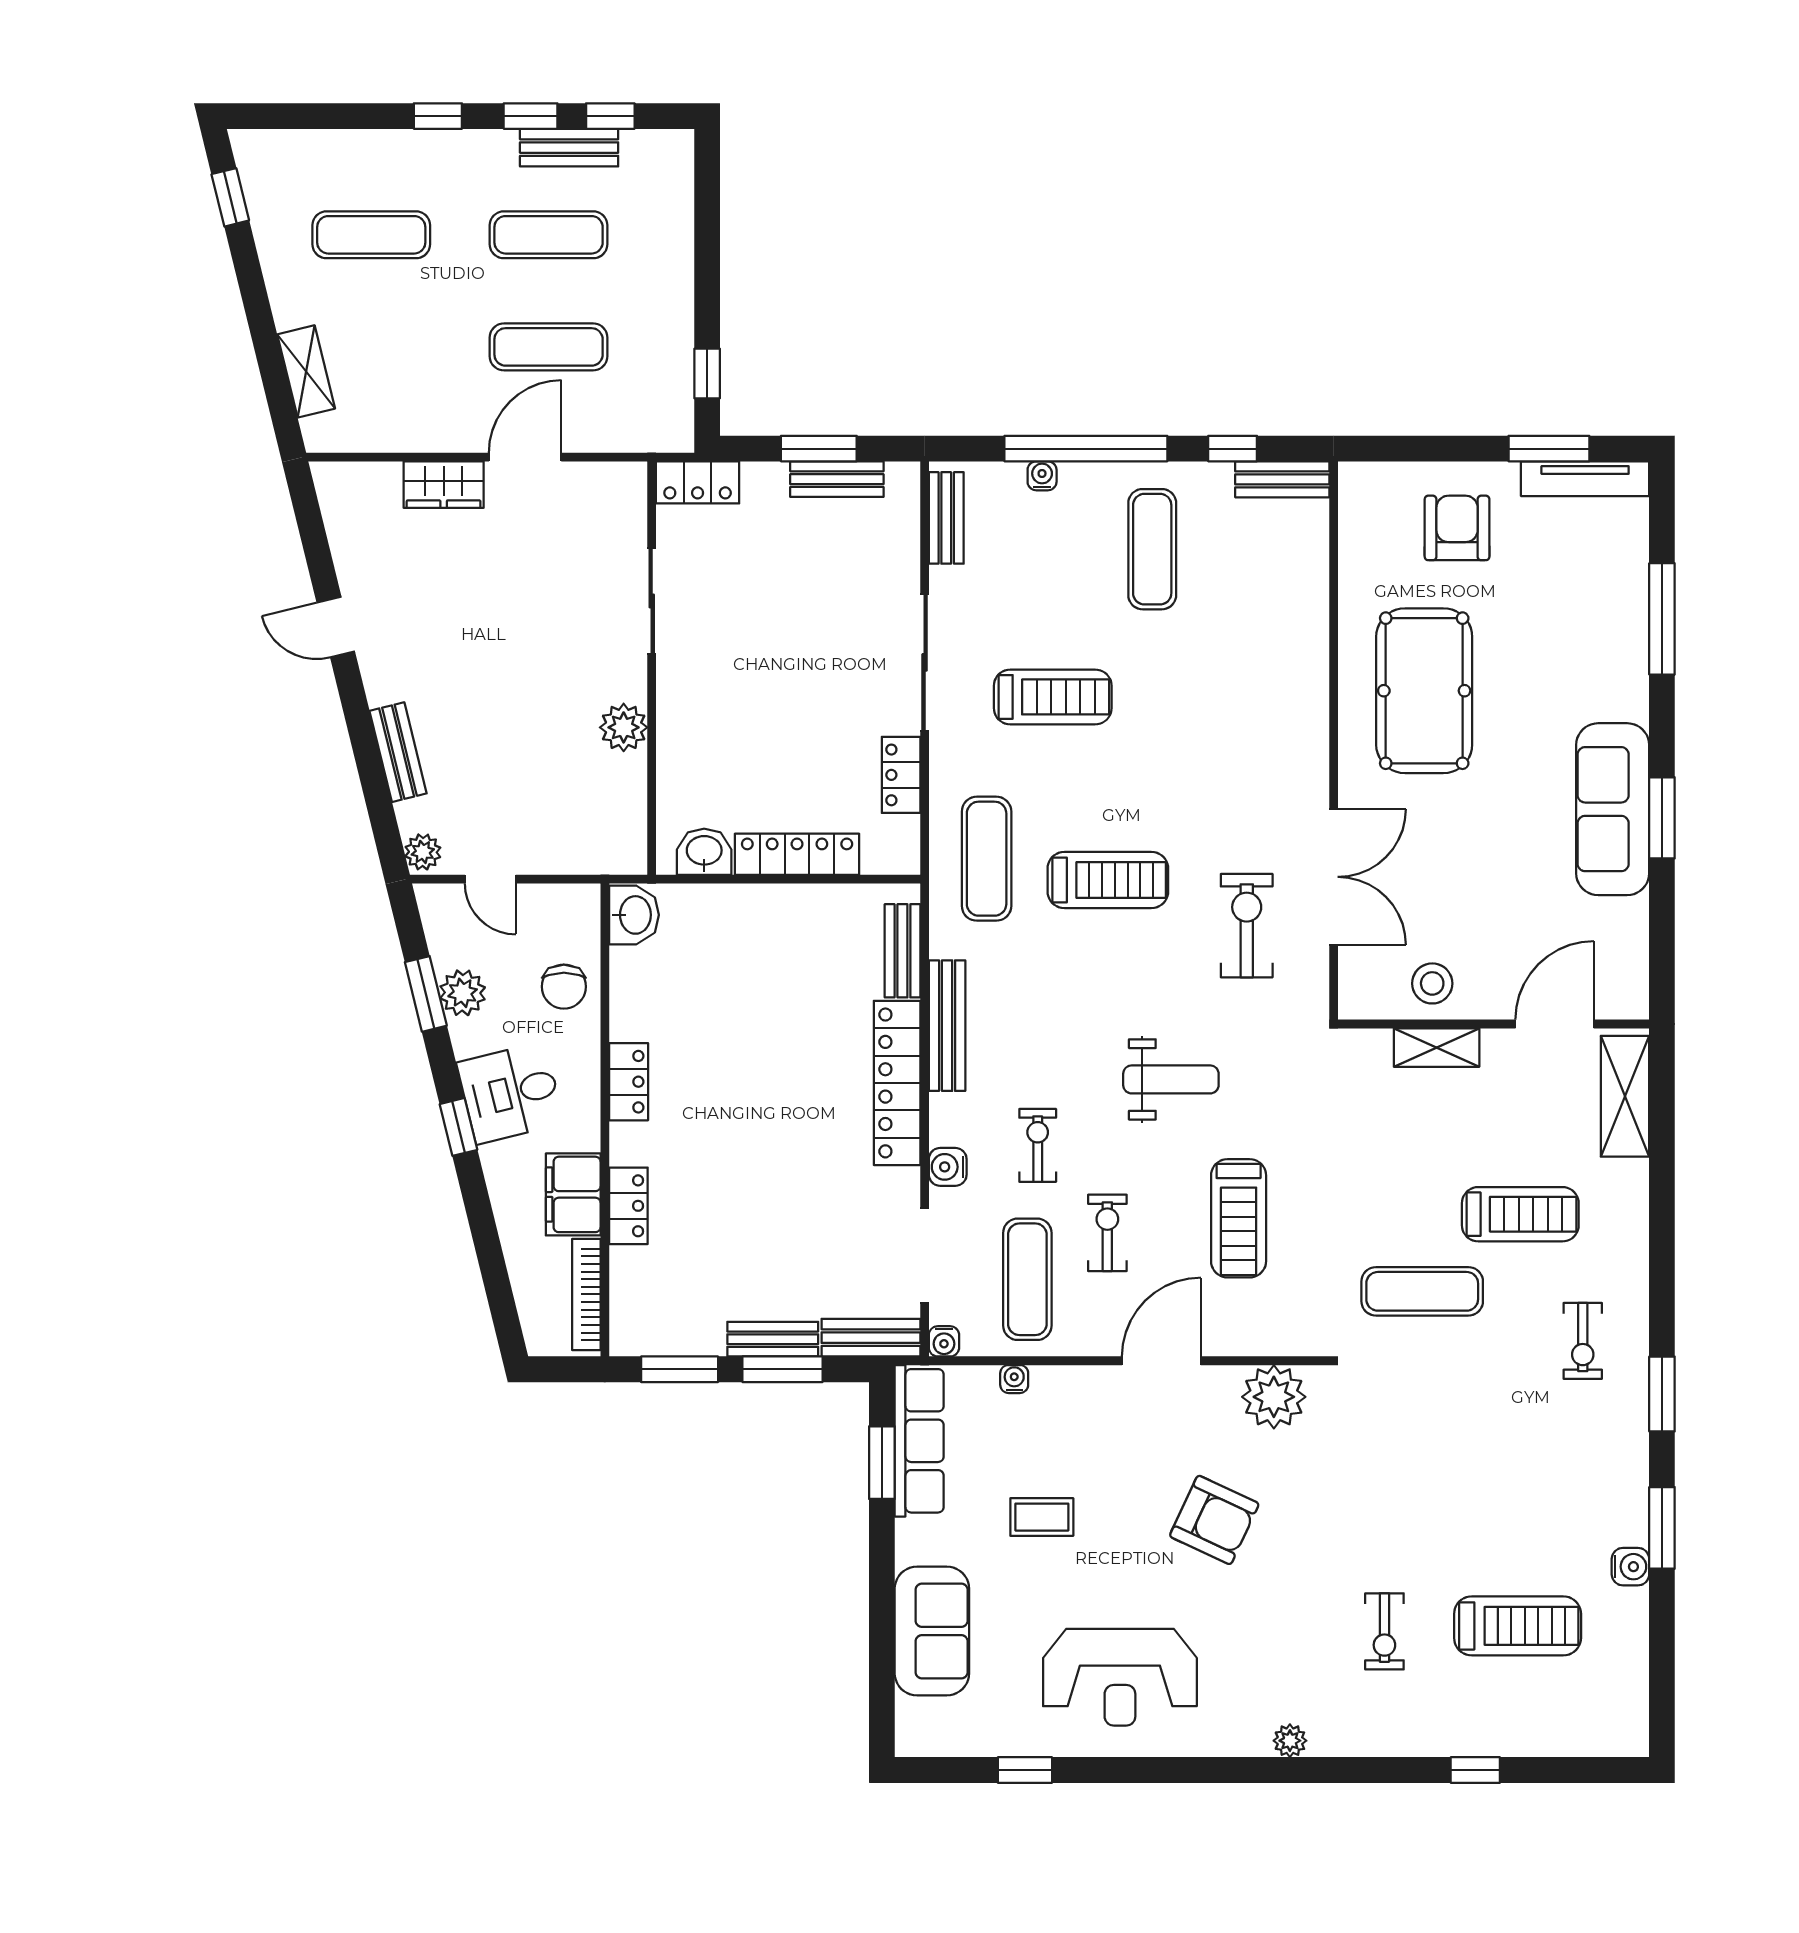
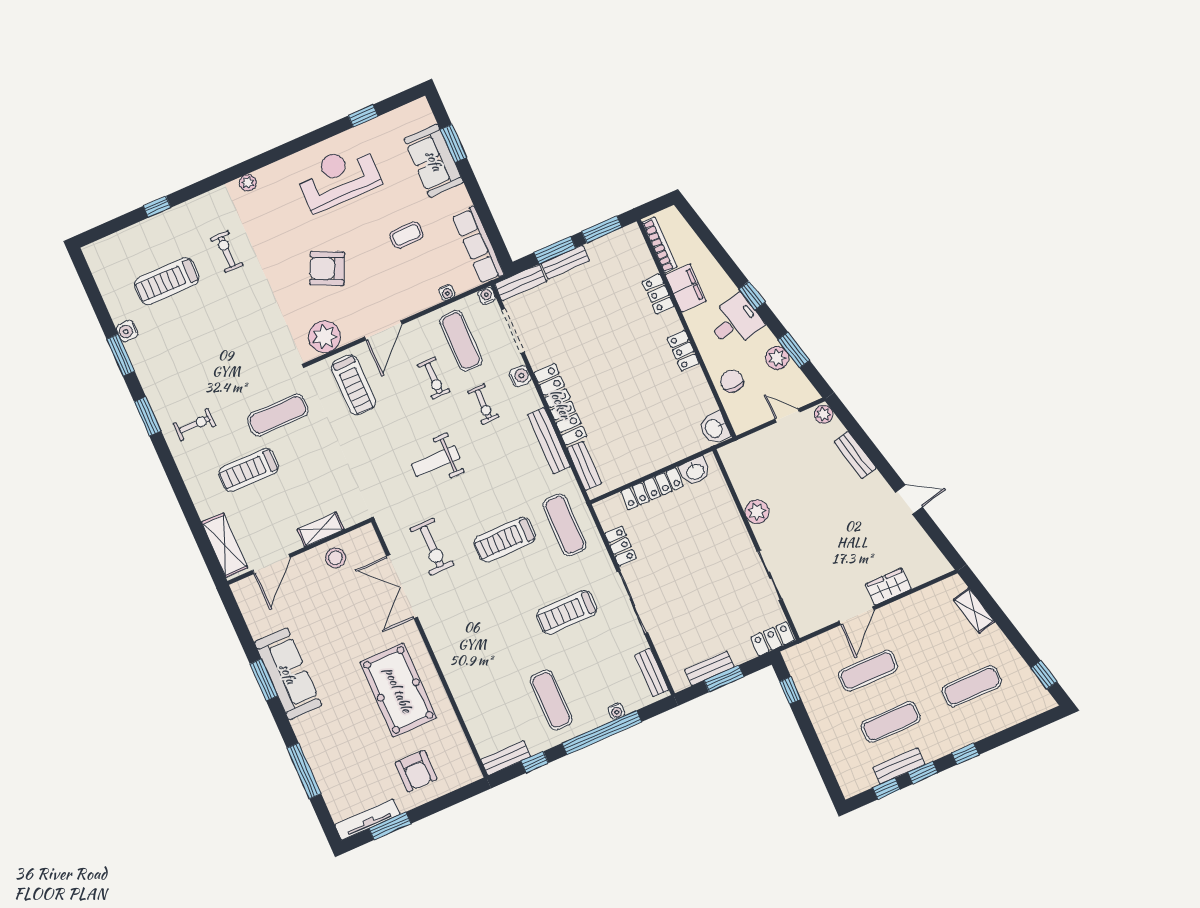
treadmill: (1239, 1218) -> (354, 385), moved, turned 180
exercise bike: (1583, 1341) -> (195, 425), turned 90
window: (882, 1463) -> (453, 143), moved

